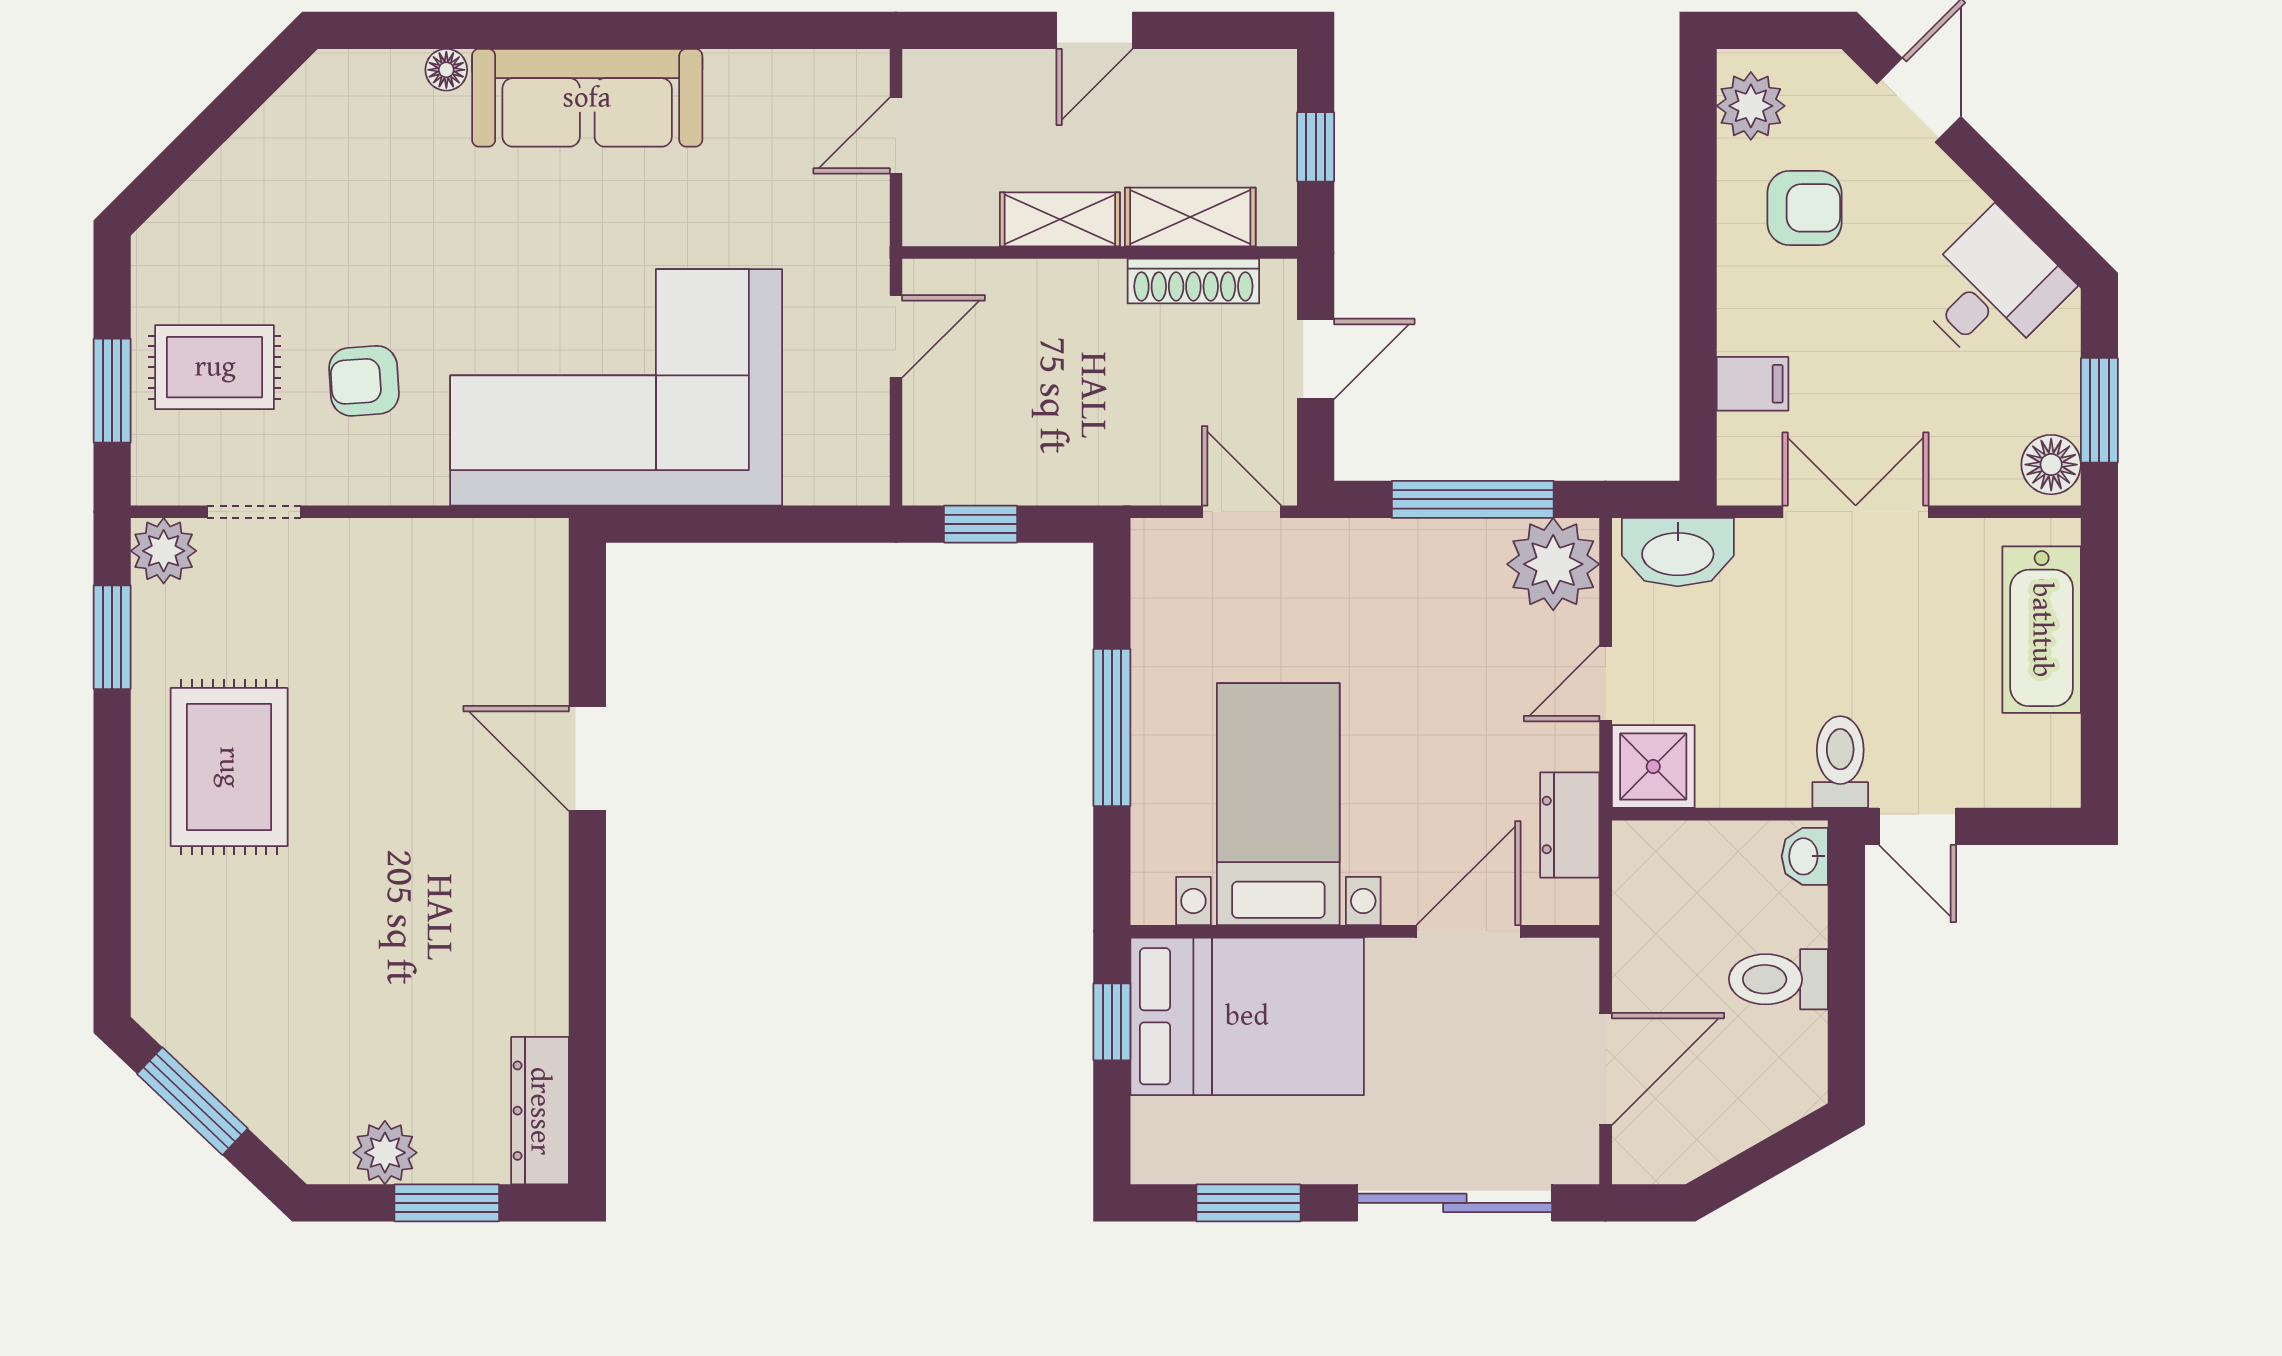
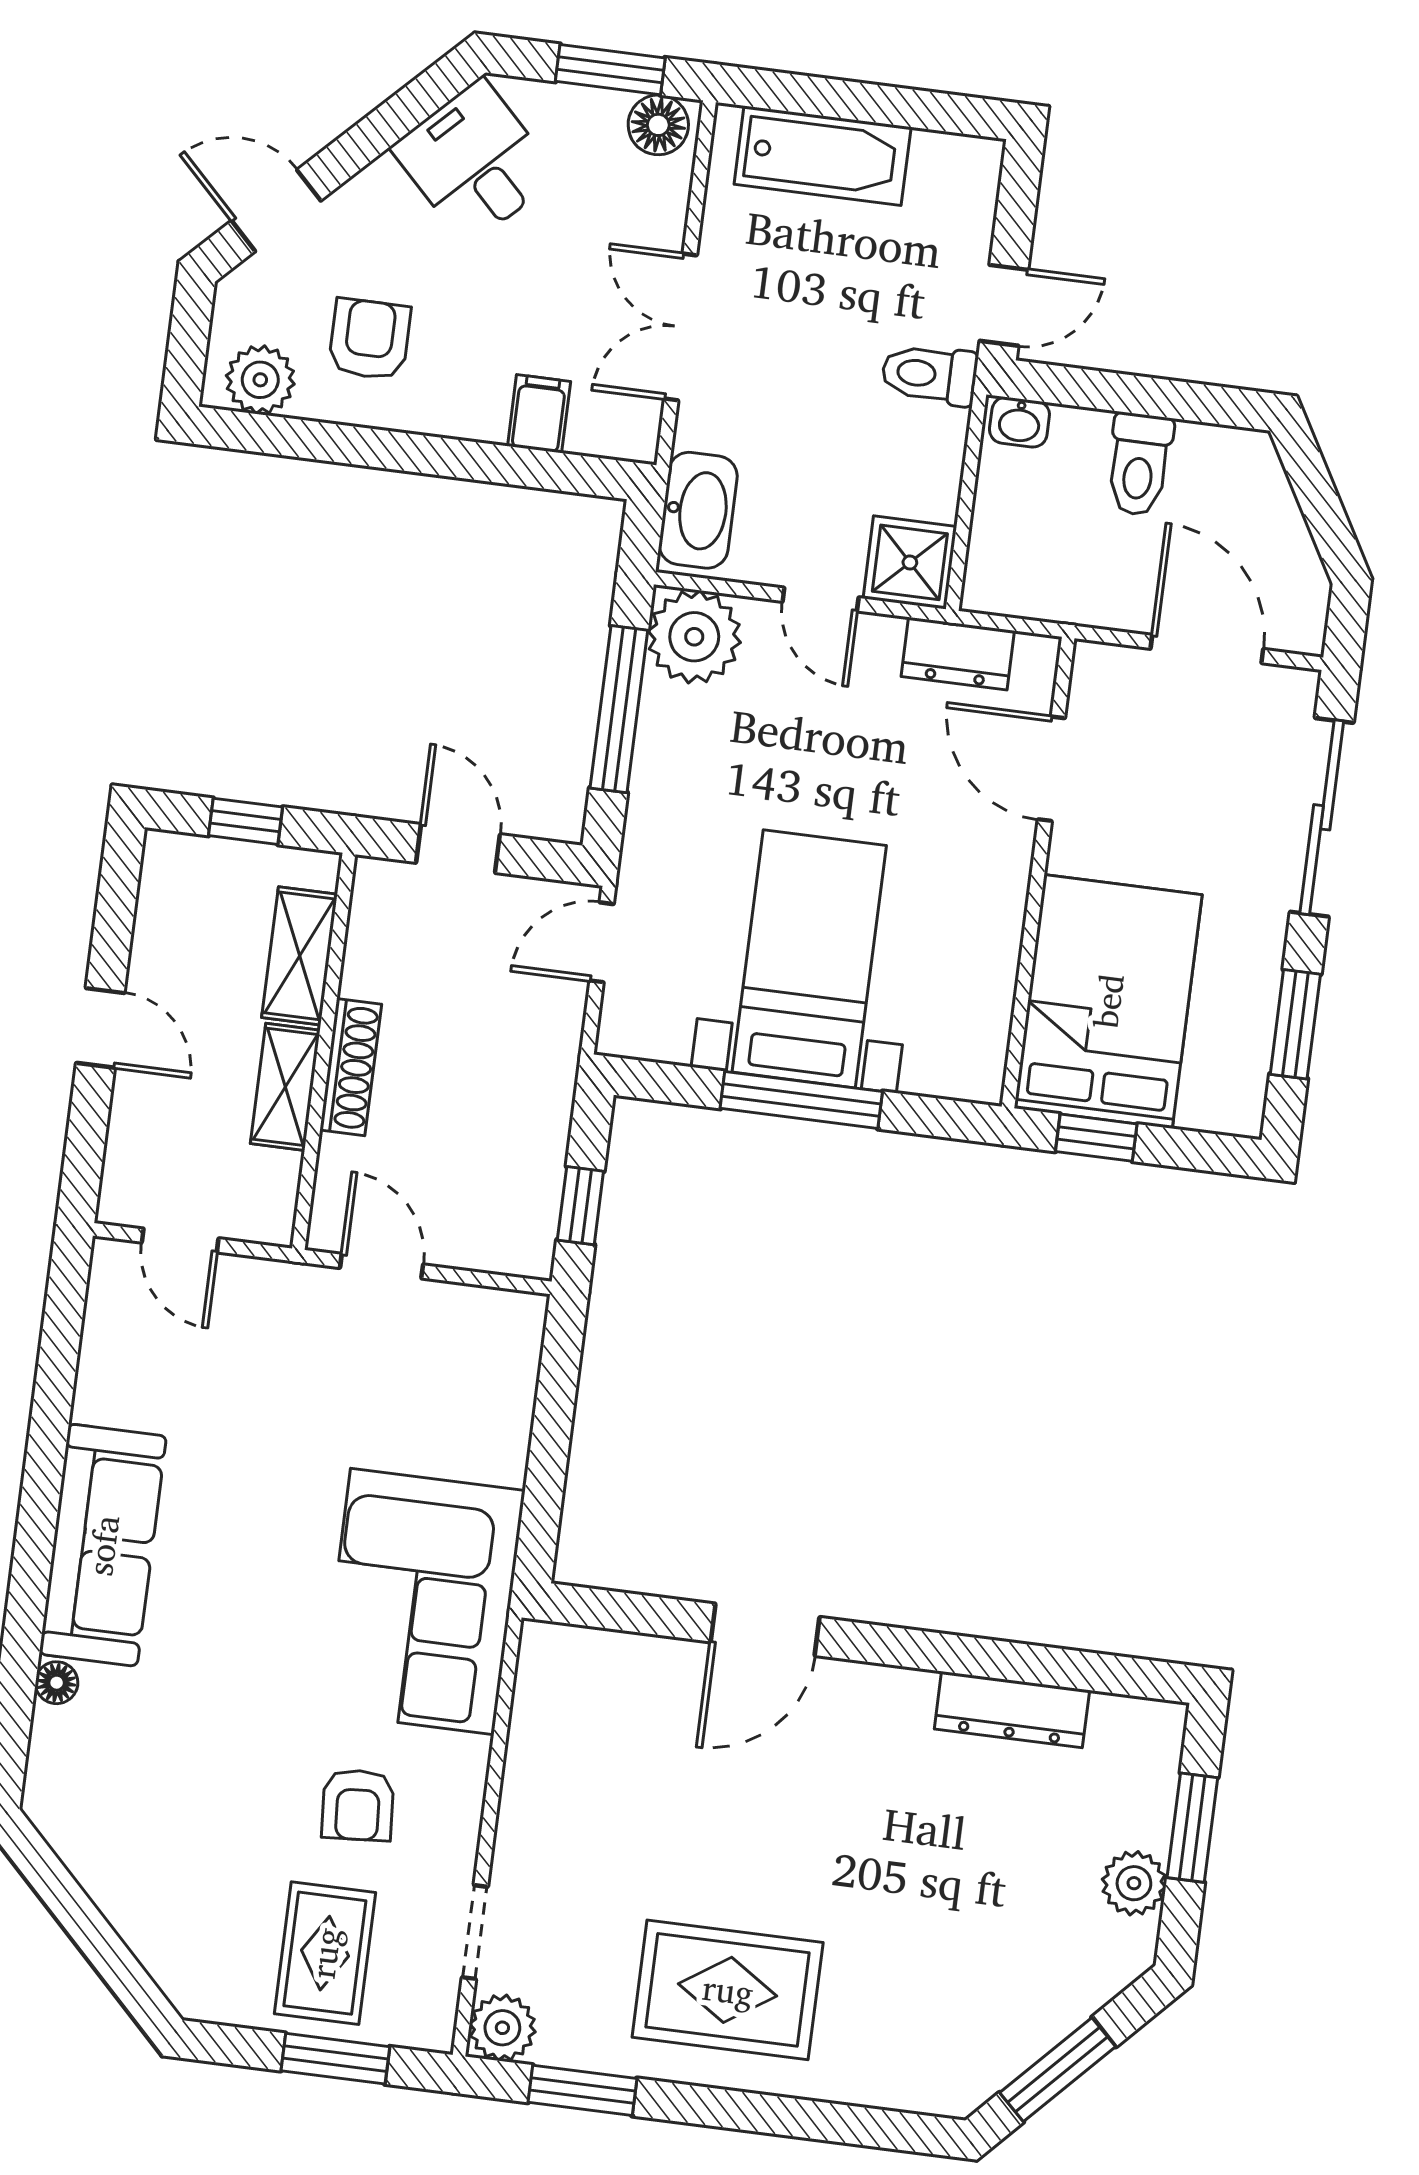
shoe rack: (1193, 281) -> (351, 1067), moved
corner sofa: (616, 387) -> (422, 1601), width x0.73, depth x0.74
bed with nightstands: (1278, 804) -> (809, 959), moved, turned 90
dresser: (540, 1111) -> (1012, 1710), moved

